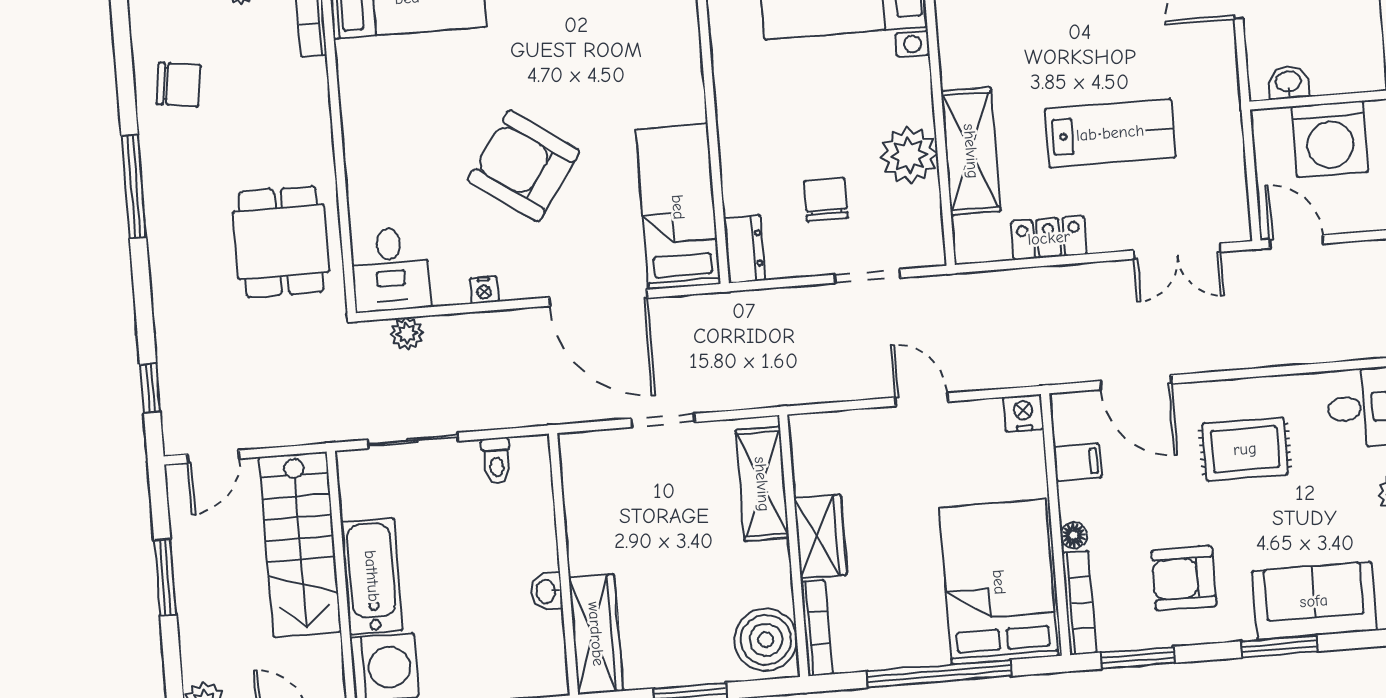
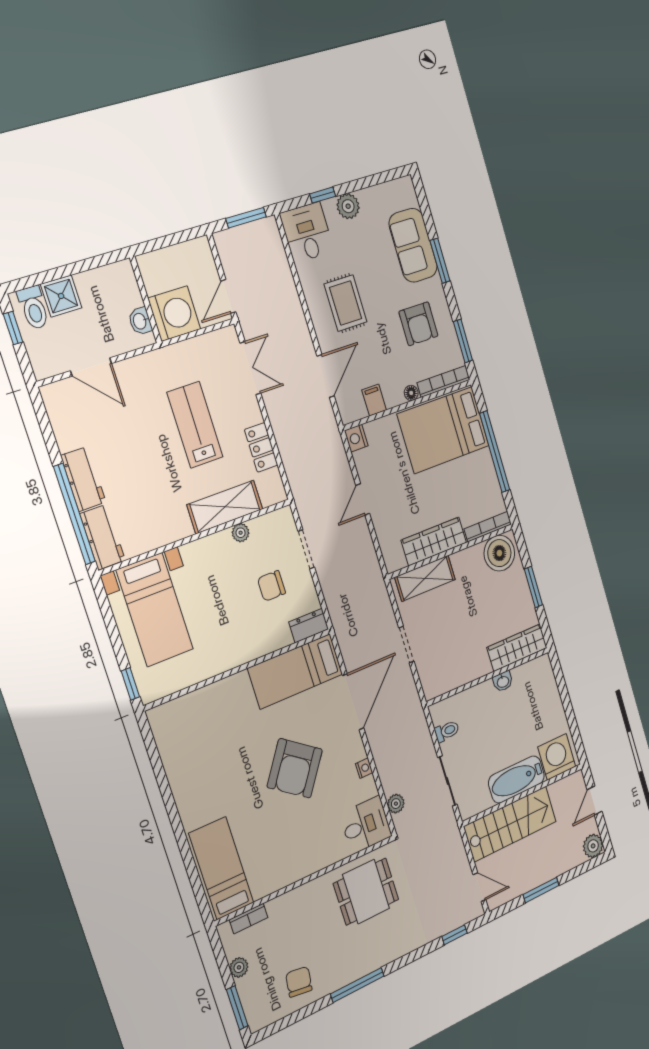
washing machine: (1330, 139) -> (174, 314), moved
plant: (909, 155) -> (241, 533), width x0.53, depth x0.53
wardrobe: (820, 536) -> (434, 541), width x1.50

